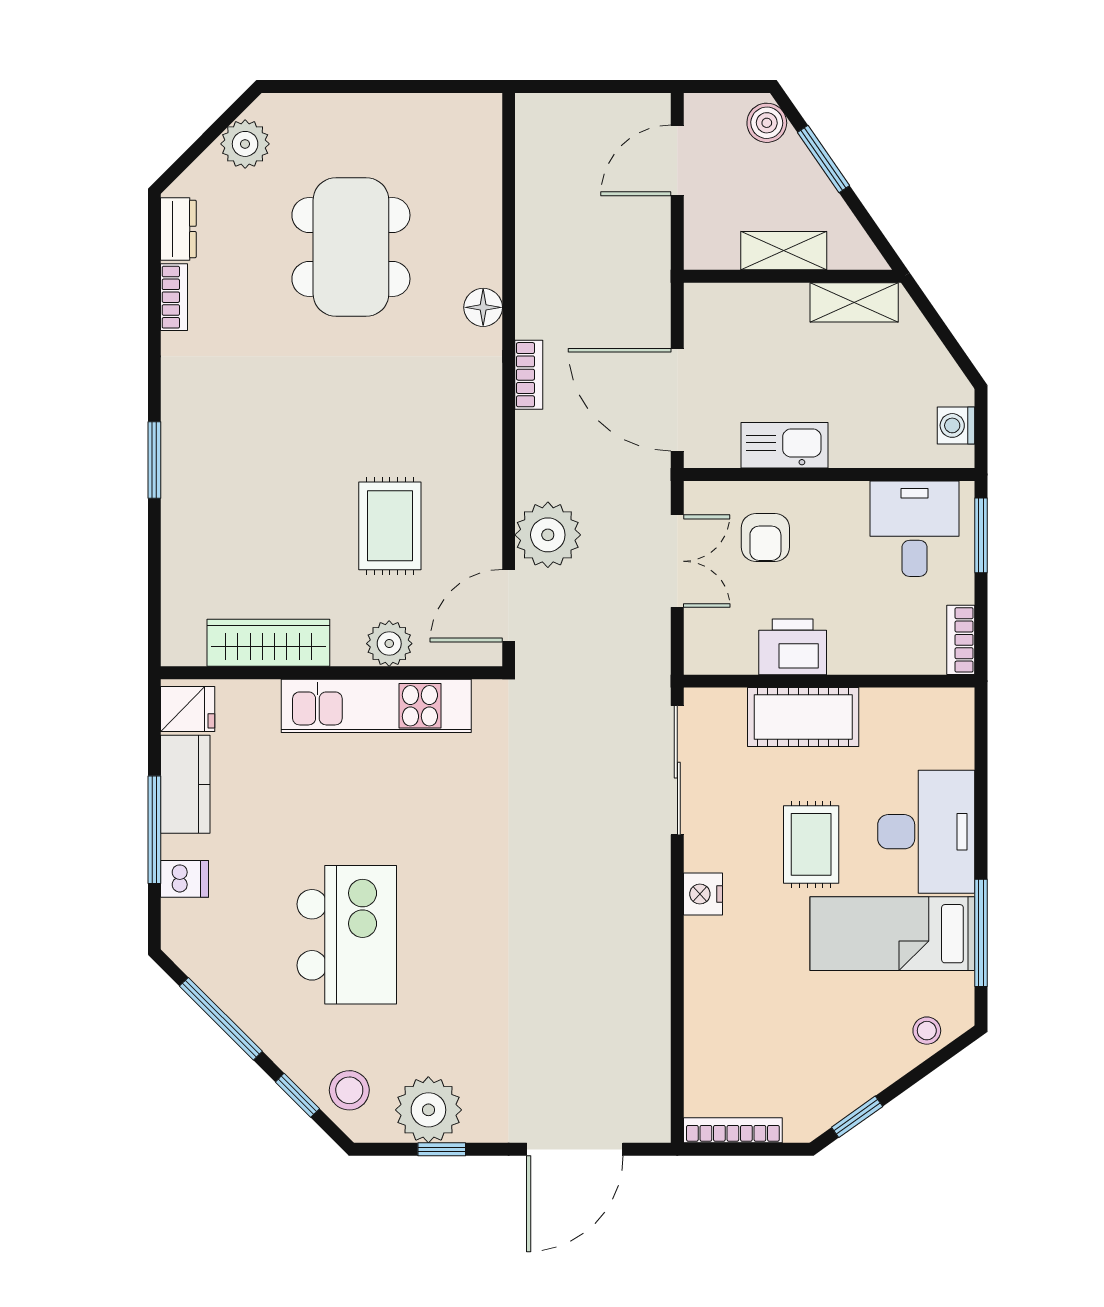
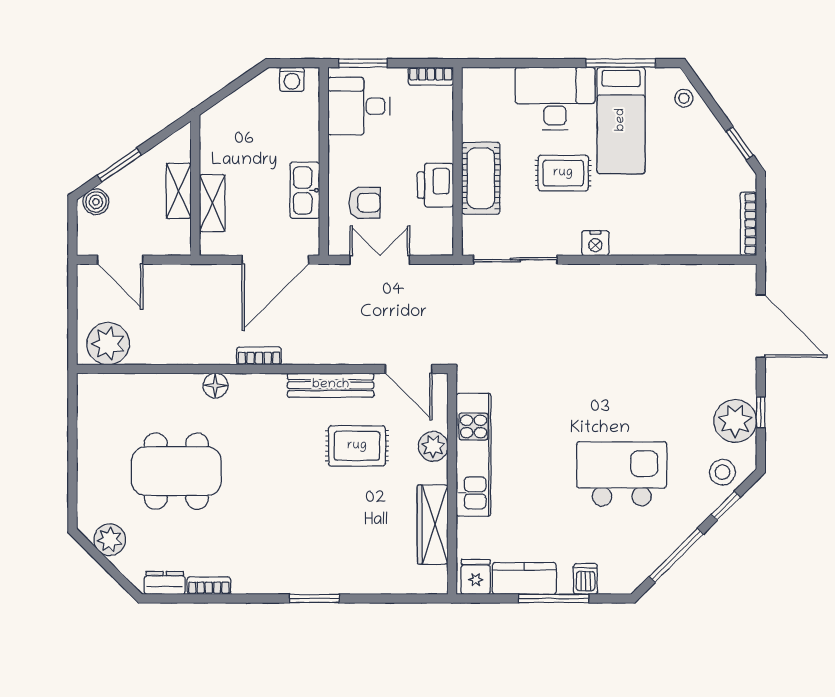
shelving: (854, 302) -> (212, 203), moved
bench: (484, 485) -> (331, 385), added
plant: (548, 535) -> (108, 344), moved

